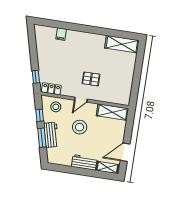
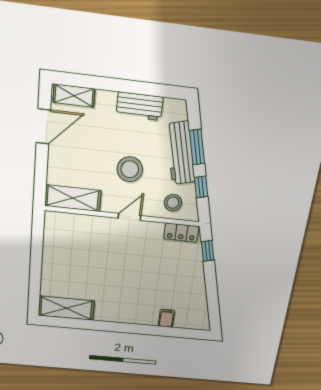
pallet: (91, 79) -> (114, 252), removed
workbench: (51, 135) -> (180, 153), width x1.38
workbench: (84, 162) -> (140, 106), moved

